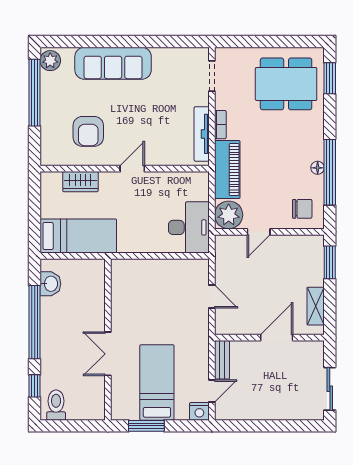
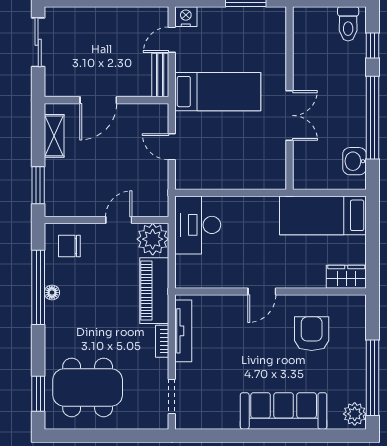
wardrobe: (80, 182) -> (346, 277), moved
double door: (108, 354) -> (289, 115), moved
bed: (157, 382) -> (218, 92), moved, turned -90

